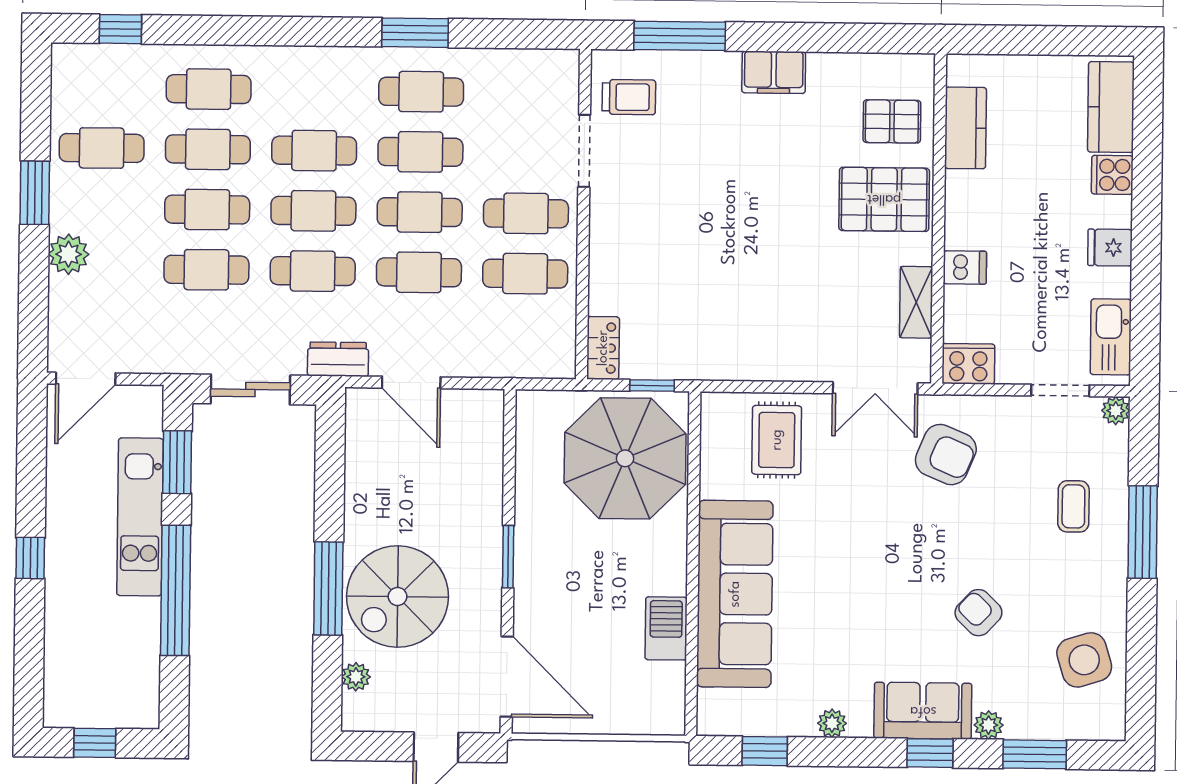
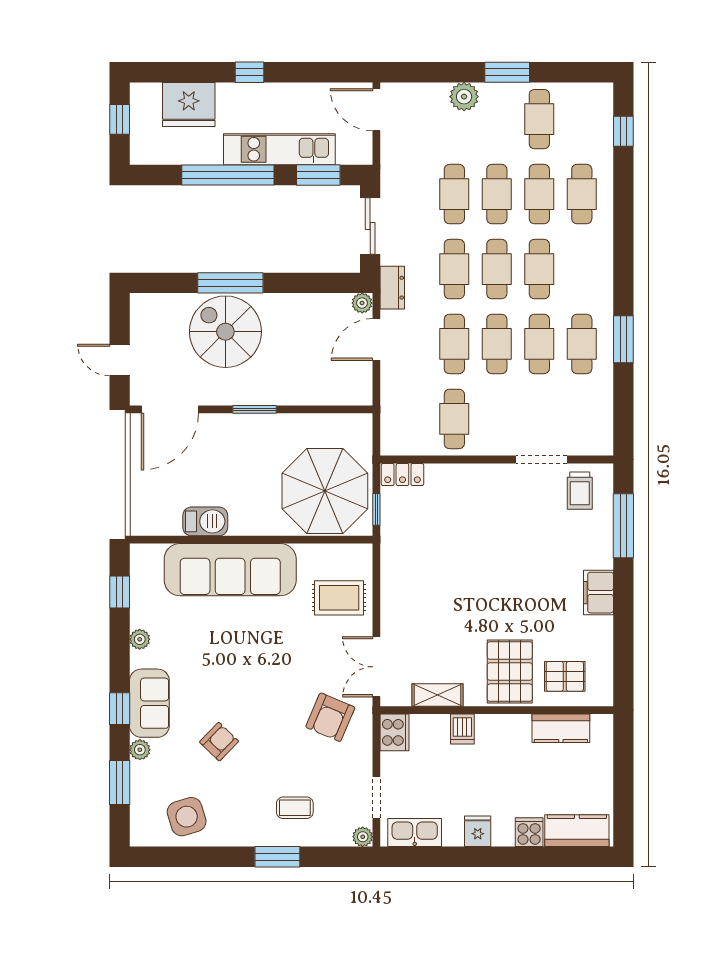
pallet: (892, 121) -> (565, 676), turned 90
cafe table: (526, 213) -> (497, 419), removed
window: (1143, 532) -> (277, 857), width x0.69
fridge: (75, 645) -> (189, 104), added
plant: (356, 677) -> (362, 303), moved

